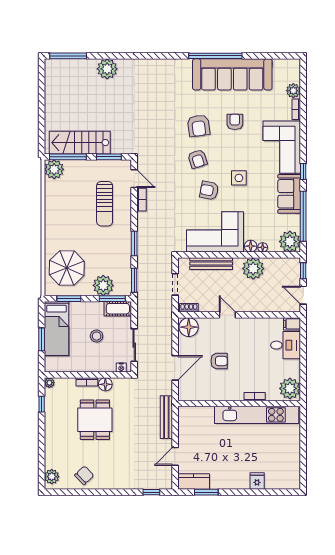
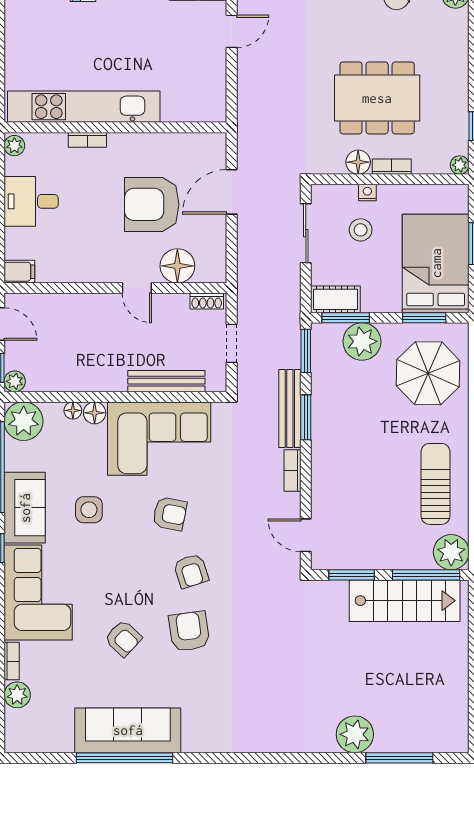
window: (68, 56) -> (399, 758), moved
window: (215, 56) -> (124, 758), moved
sofa: (232, 74) -> (128, 730), width x0.74, depth x0.79
armchair: (235, 122) -> (123, 638), turned -47
armchair: (198, 159) -> (191, 571), turned 180
side table: (239, 178) -> (89, 510), moved
bookcase: (142, 200) -> (292, 470), moved
sun lounger: (105, 204) -> (436, 484), moved
plant: (253, 269) -> (15, 381), moved, width x0.53, depth x0.53
floor lamp: (189, 327) -> (177, 266), moved
bed: (56, 328) -> (436, 263), width x1.50
stool: (97, 336) -> (361, 230), moved
desk: (286, 345) -> (31, 201), moved
armchair: (219, 361) -> (152, 204), width x1.88, depth x1.88
nightstand: (121, 368) -> (367, 193), moved
plant: (290, 388) -> (14, 146), width x0.53, depth x0.53
bench: (166, 417) -> (290, 409), moved
dining table: (95, 420) -> (377, 98), width x1.38

